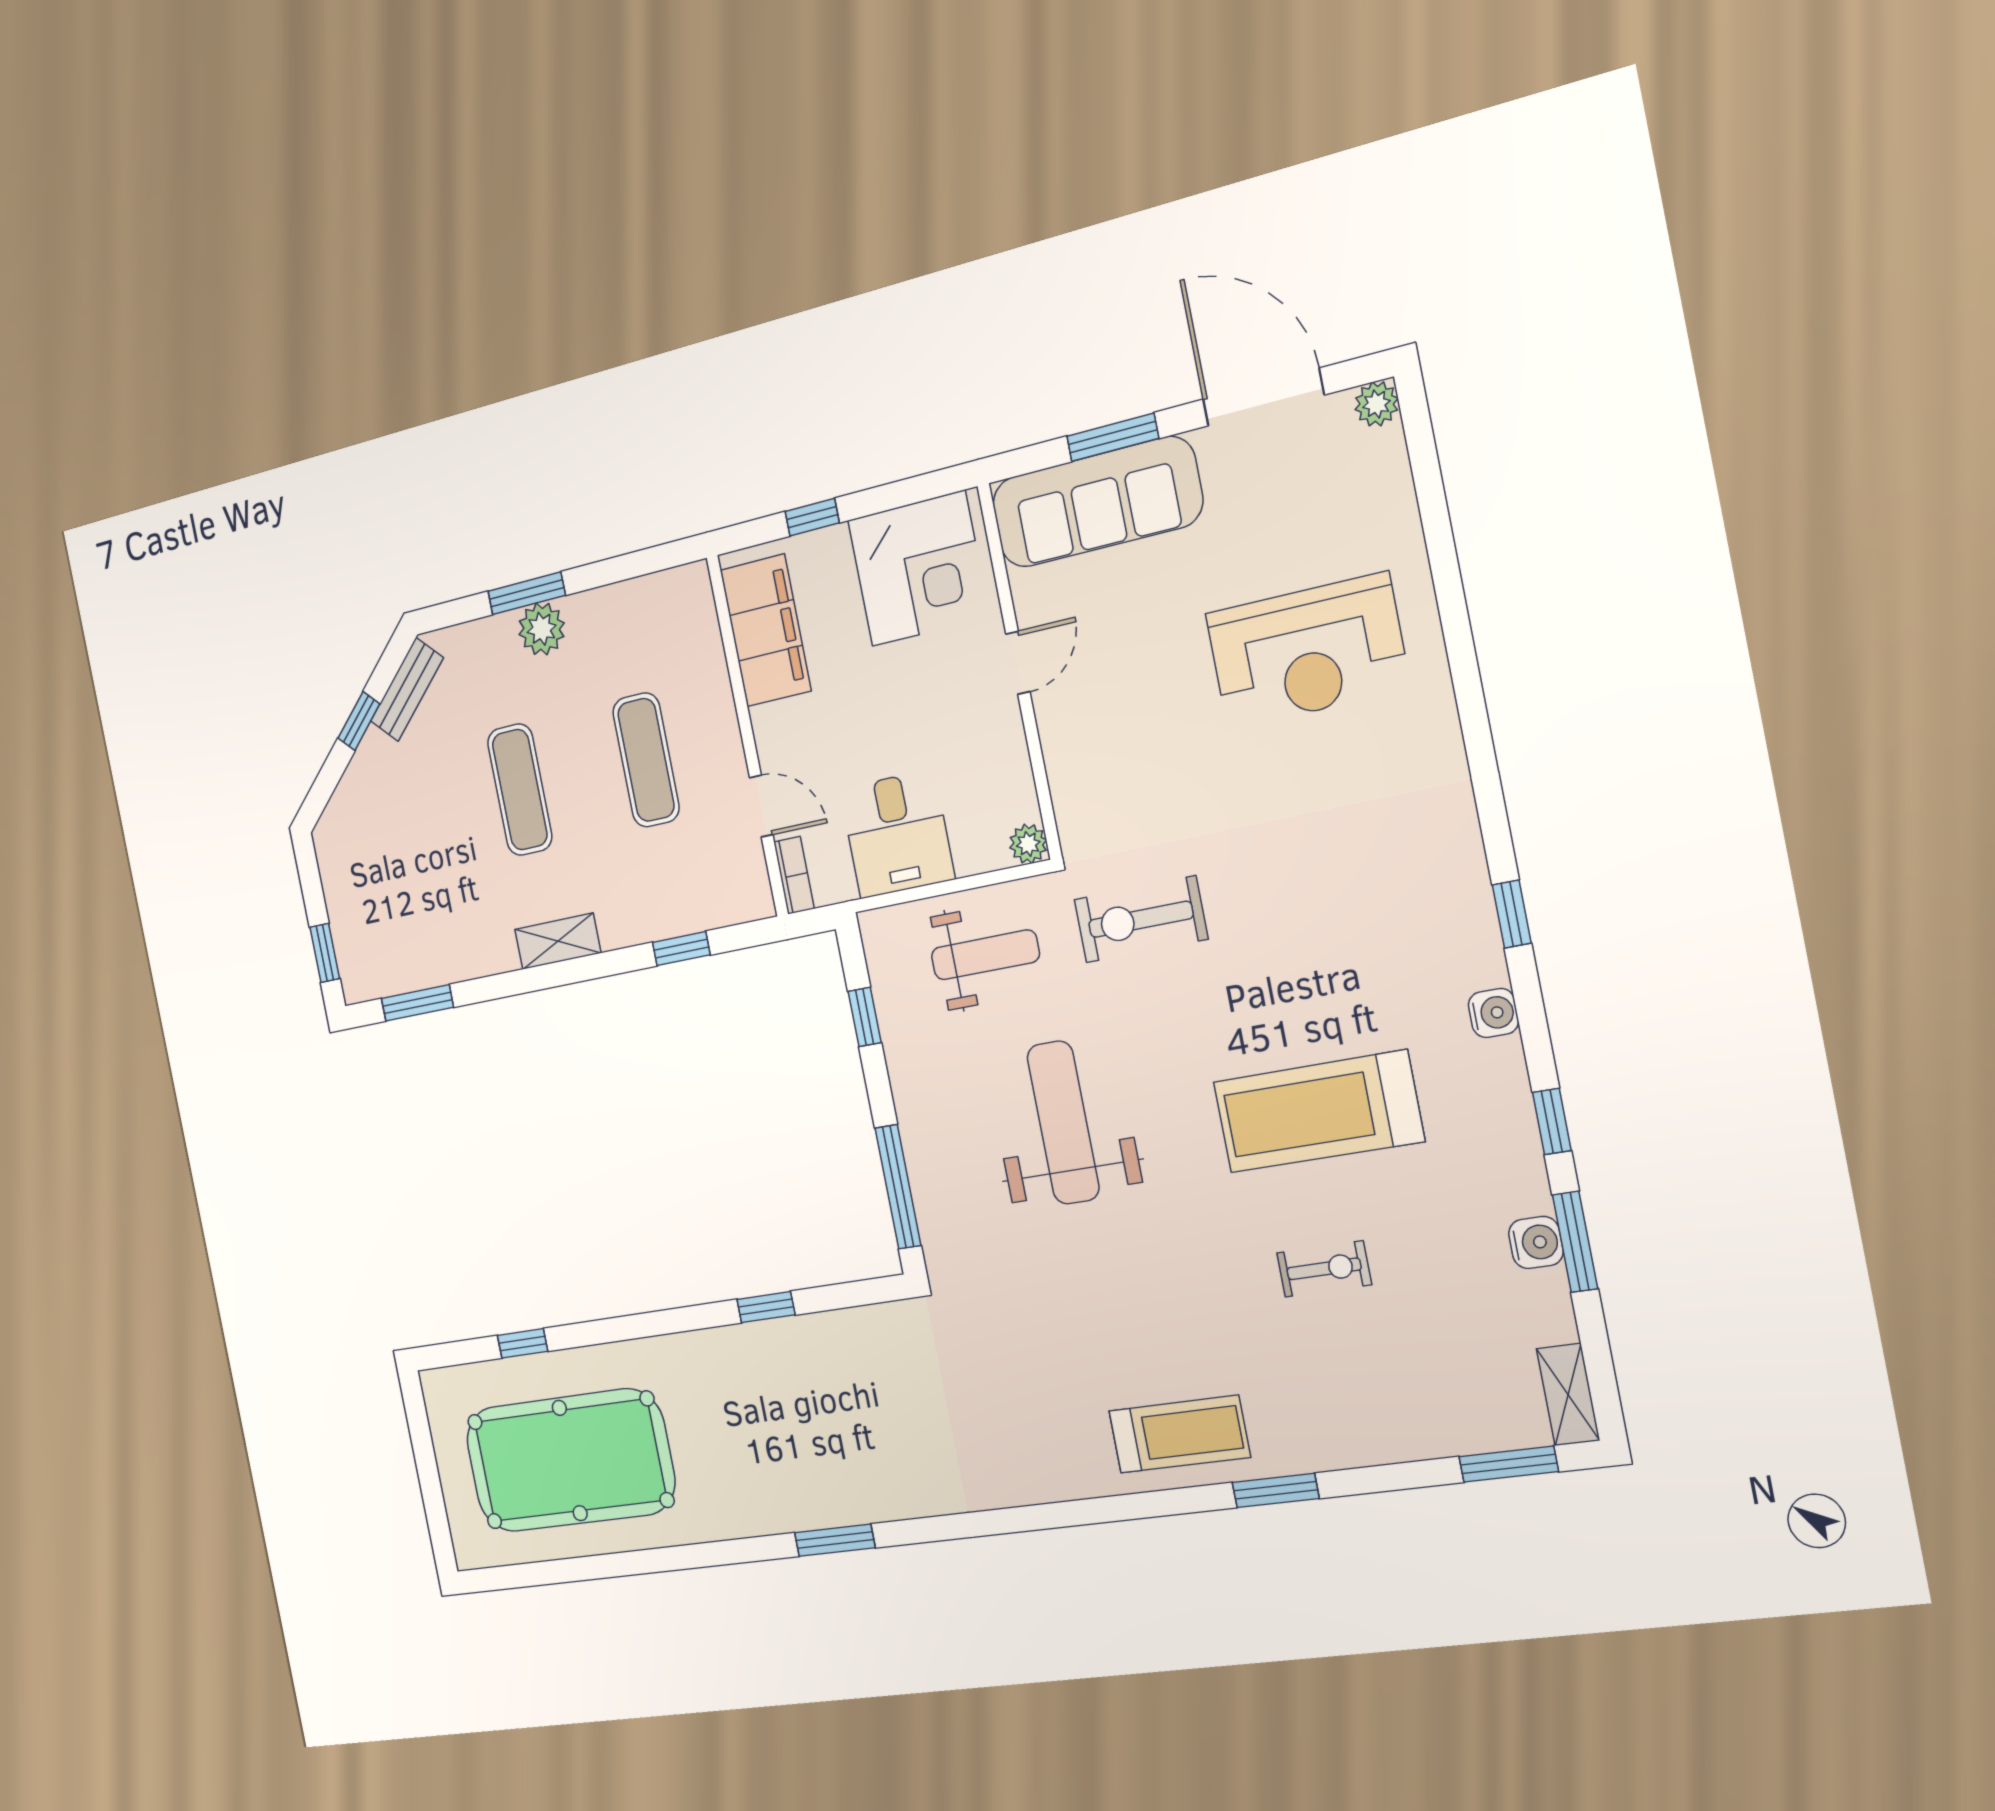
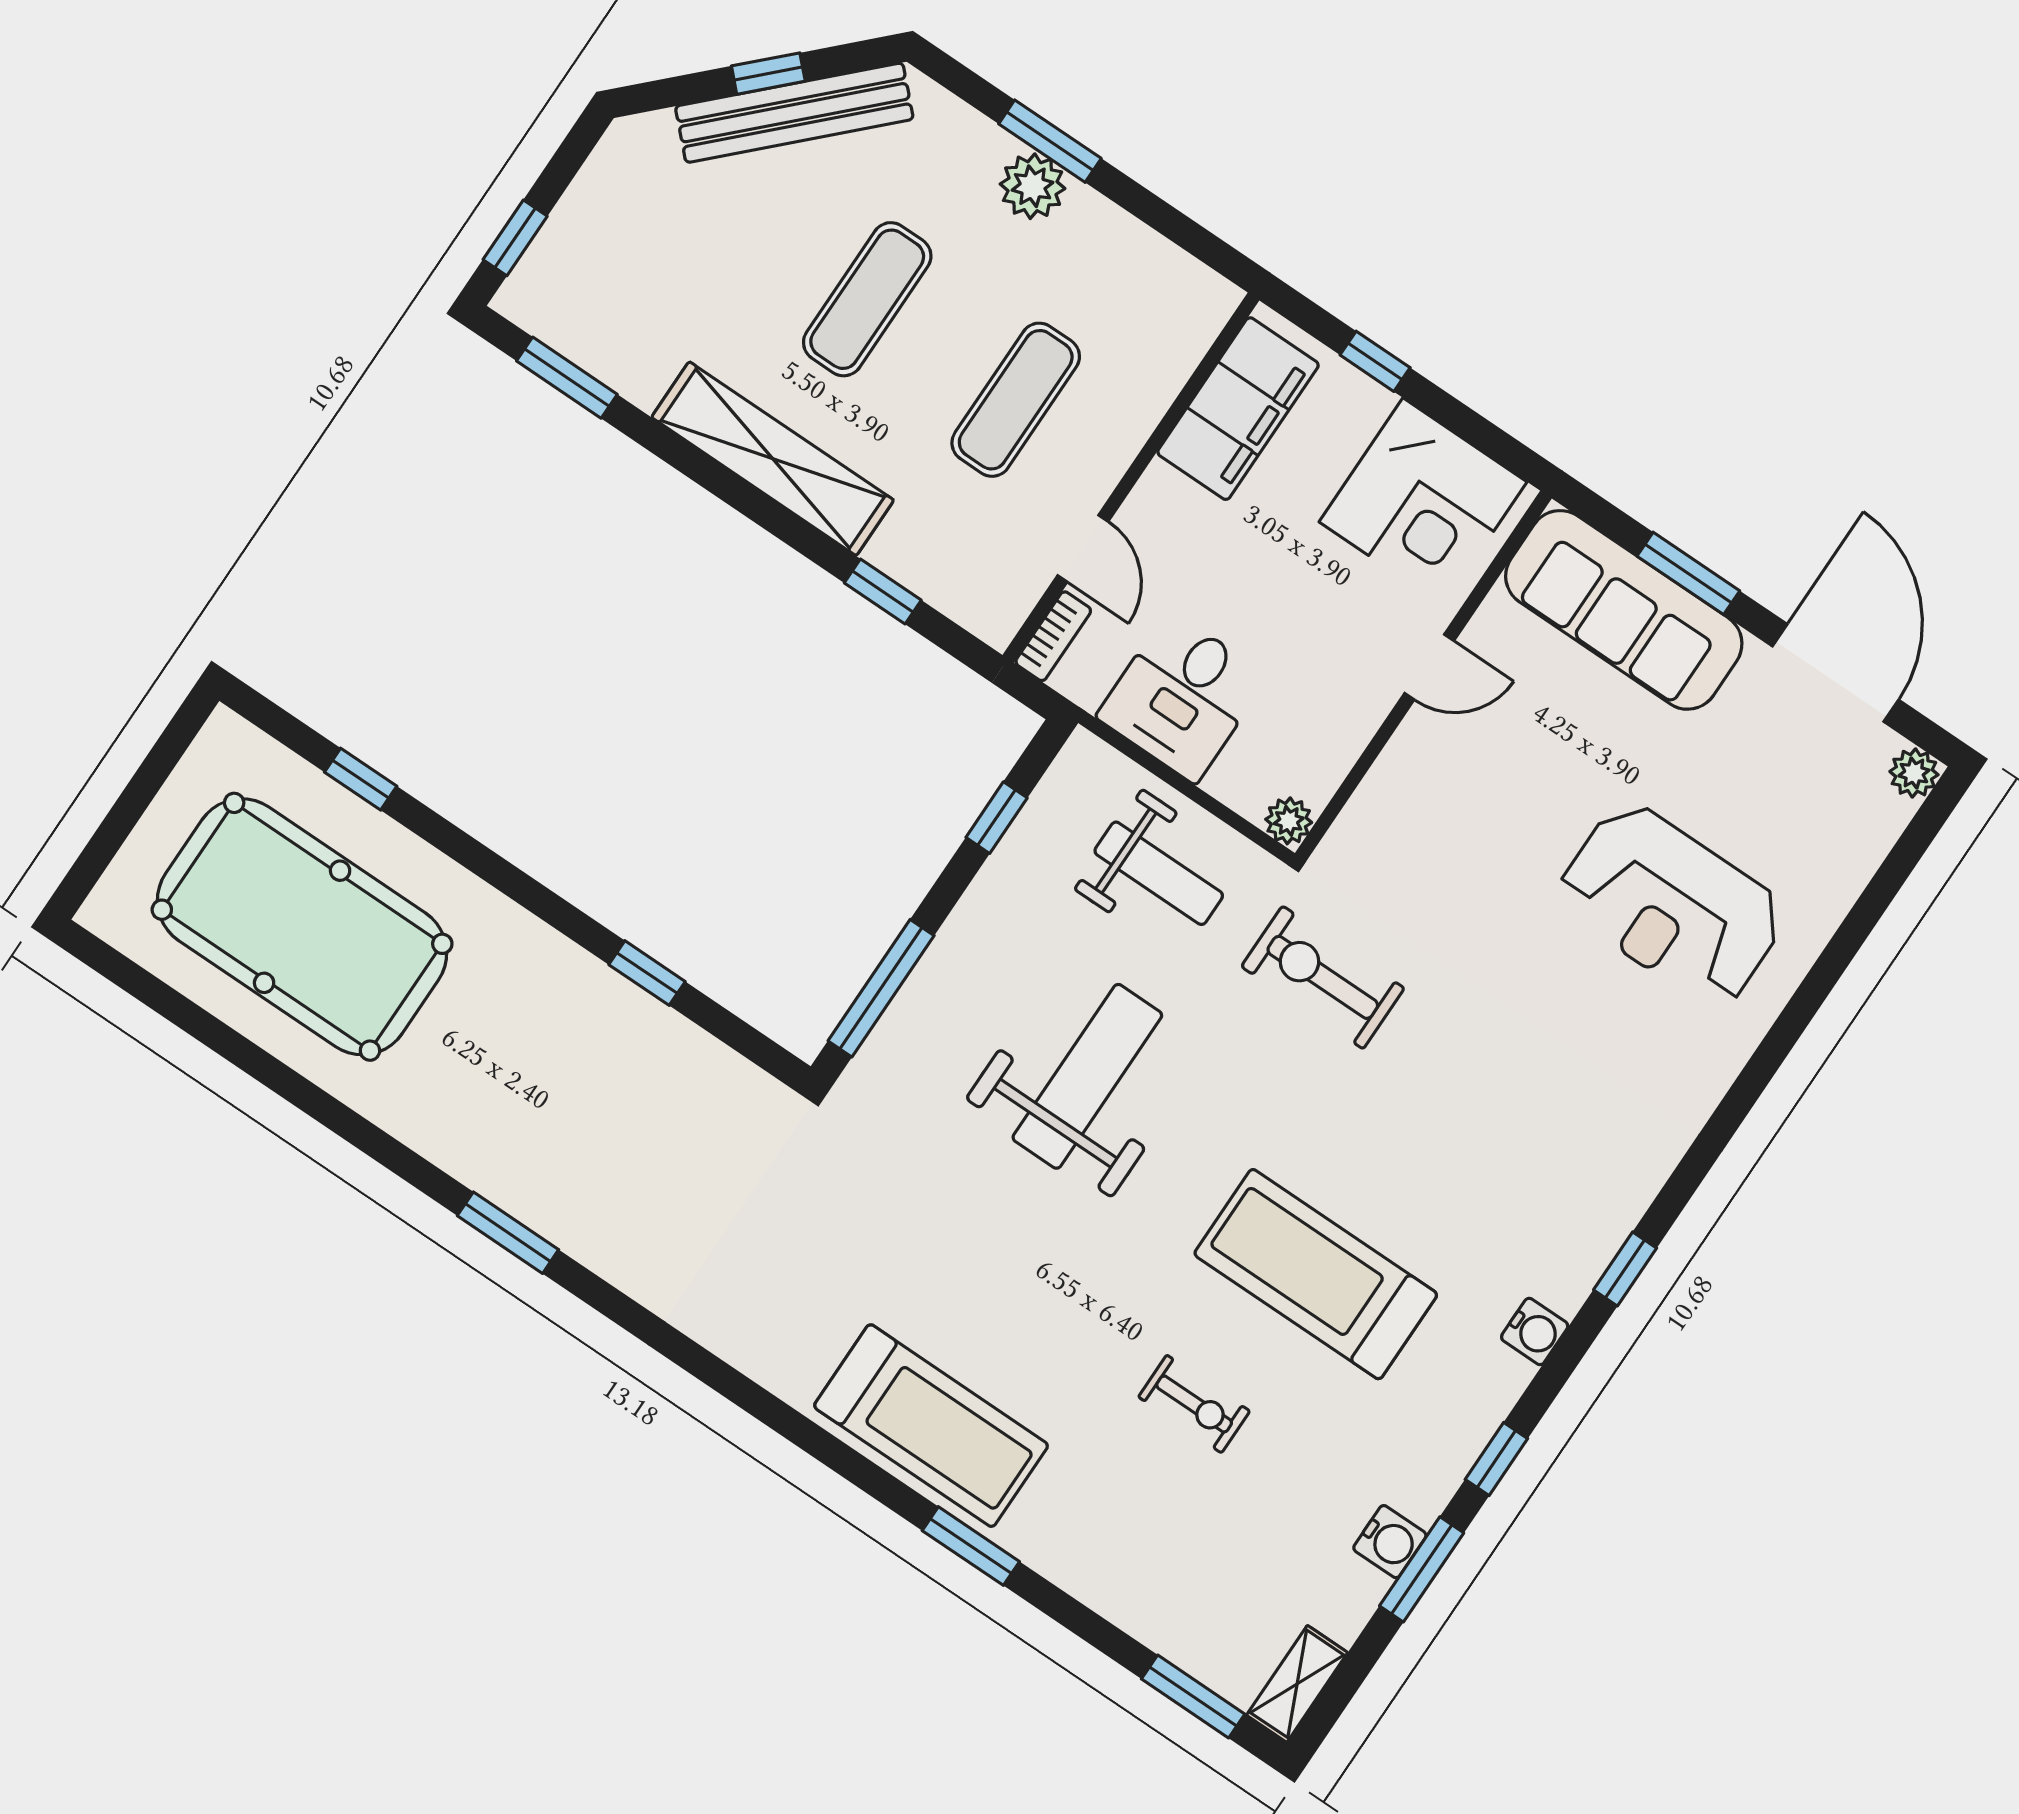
bench: (407, 689) -> (794, 113), width x1.86, depth x1.21
shelving: (558, 941) -> (773, 459), width x2.20, depth x1.33
treadmill: (1179, 1434) -> (931, 1426), width x1.37, depth x1.38

